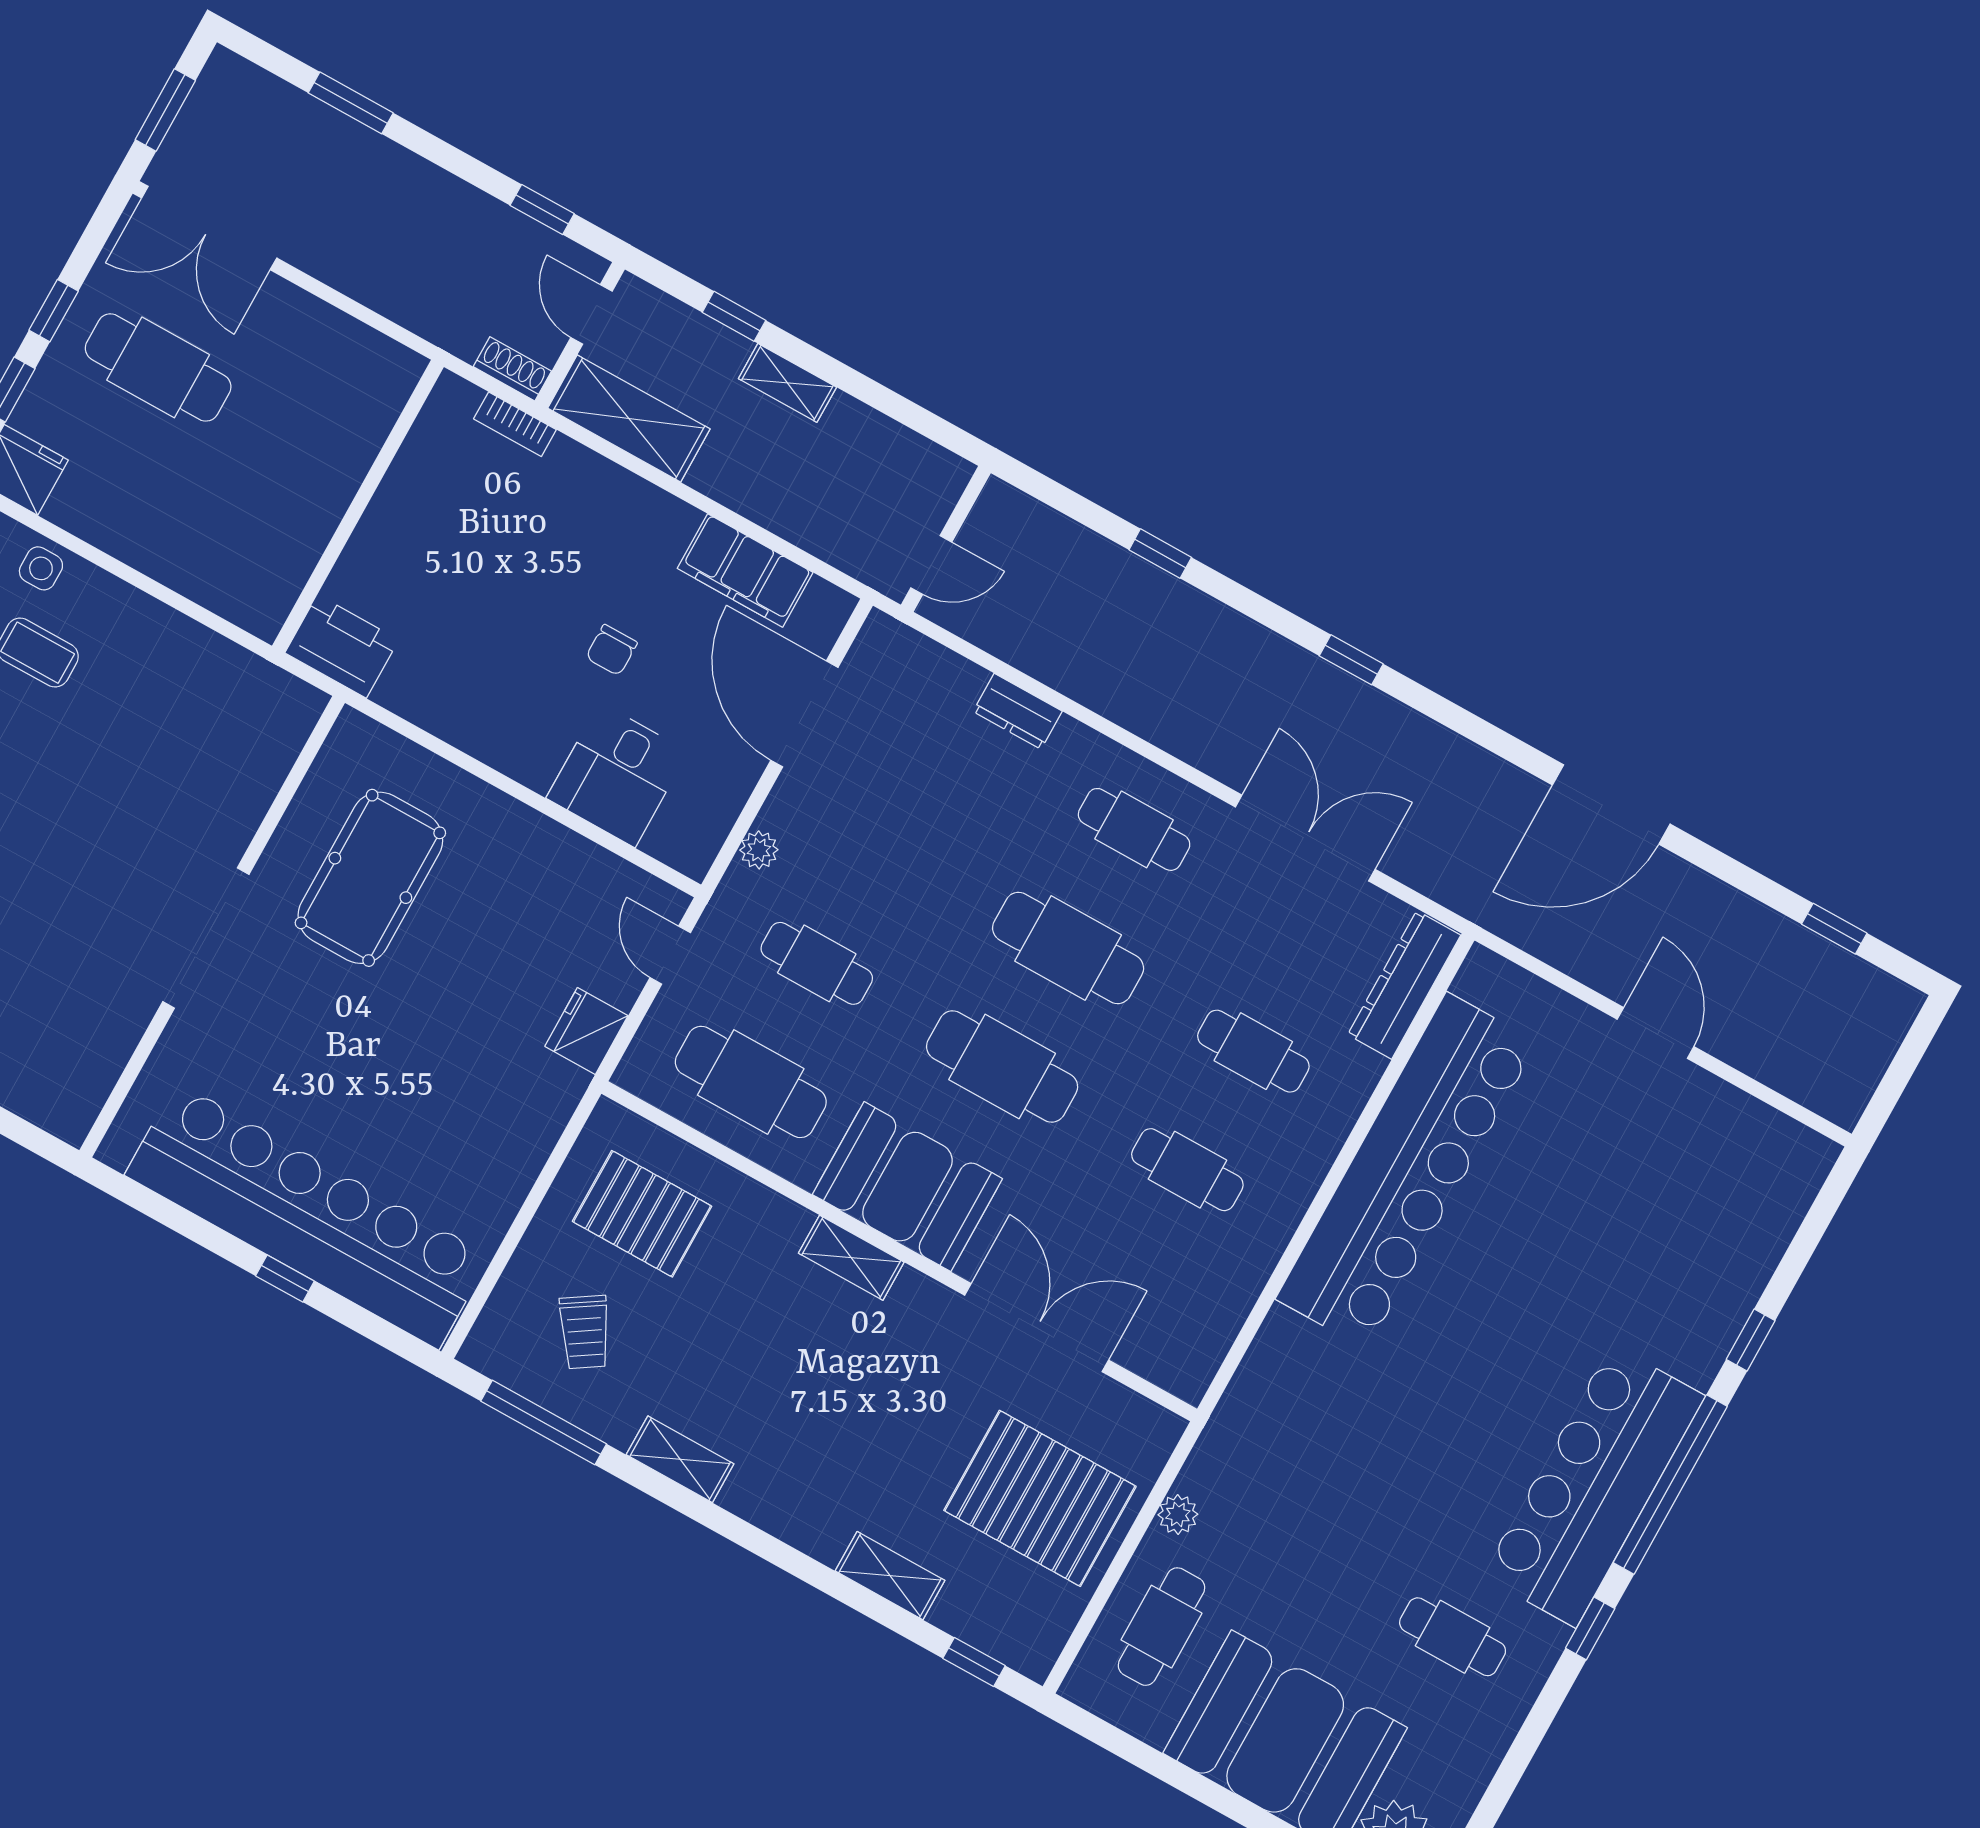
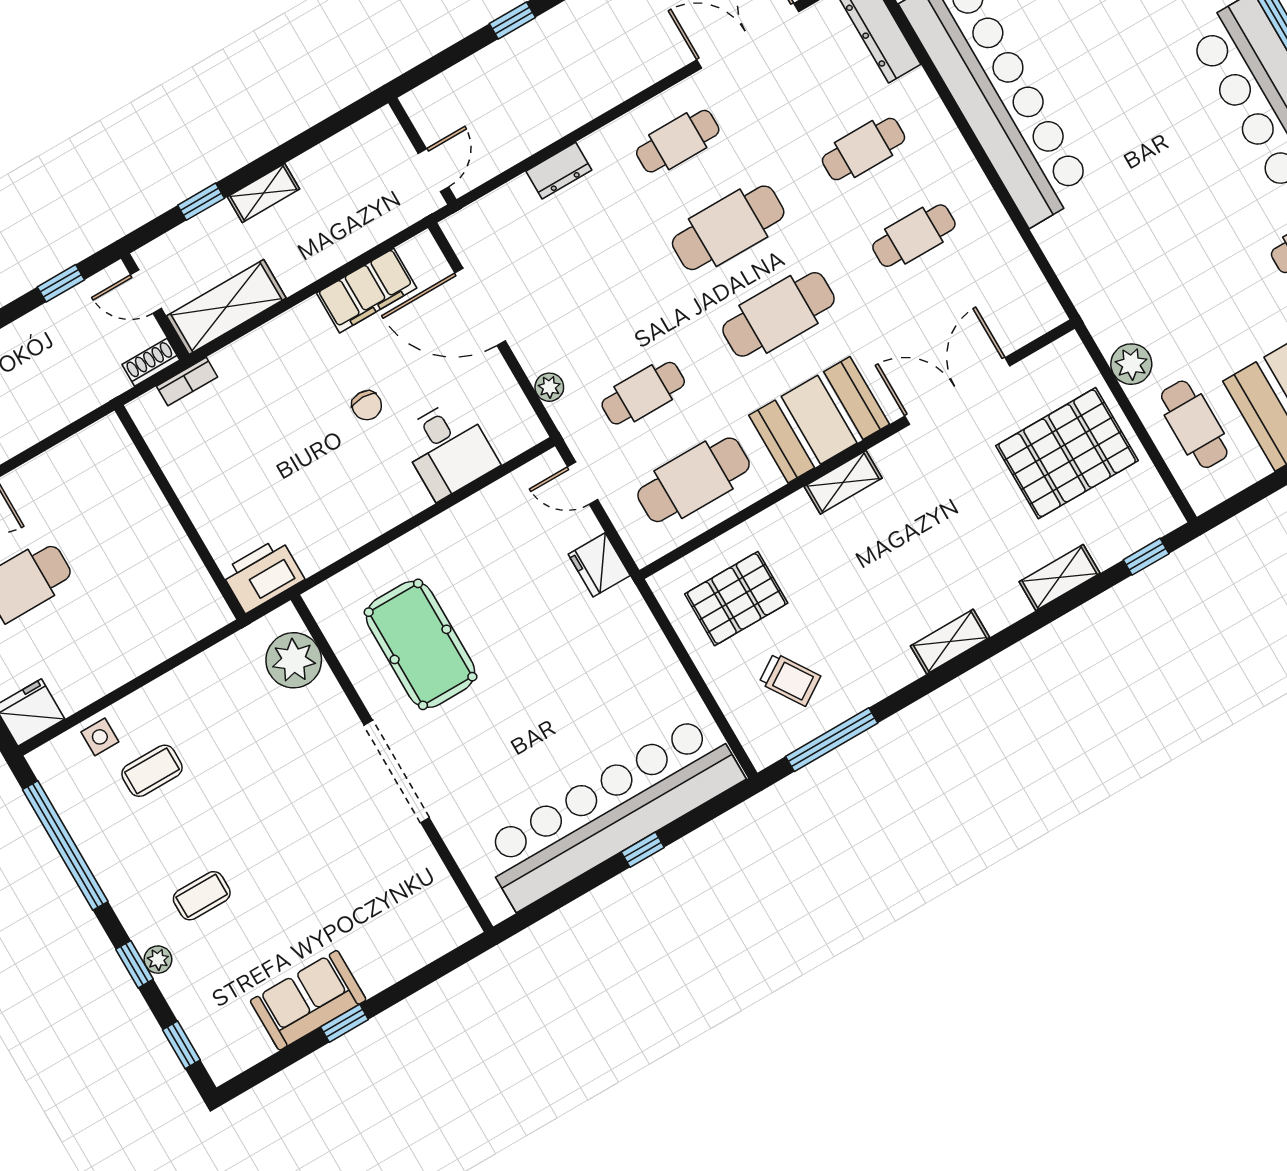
plant: (264, 741) -> (294, 660), added
shelving: (680, 1459) -> (950, 642), moved
plant: (1178, 1515) -> (1131, 364), width x1.38, depth x1.38

